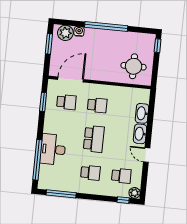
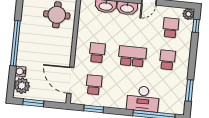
window: (61, 194) -> (189, 90), width x0.69

